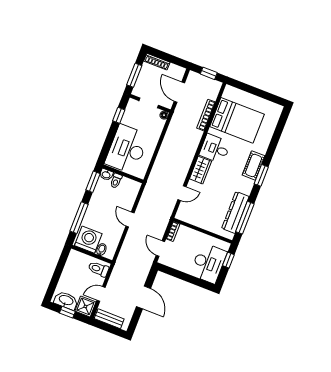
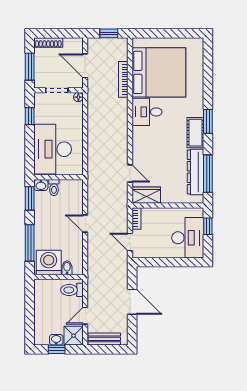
bed: (237, 120) -> (159, 72), width x1.36
cot: (253, 165) -> (195, 133), moved
wardrobe: (200, 170) -> (146, 195), moved, turned -90
door: (182, 193) -> (130, 174), hinge flipped
washbasin: (66, 300) -> (56, 340), width x0.52, depth x0.69

